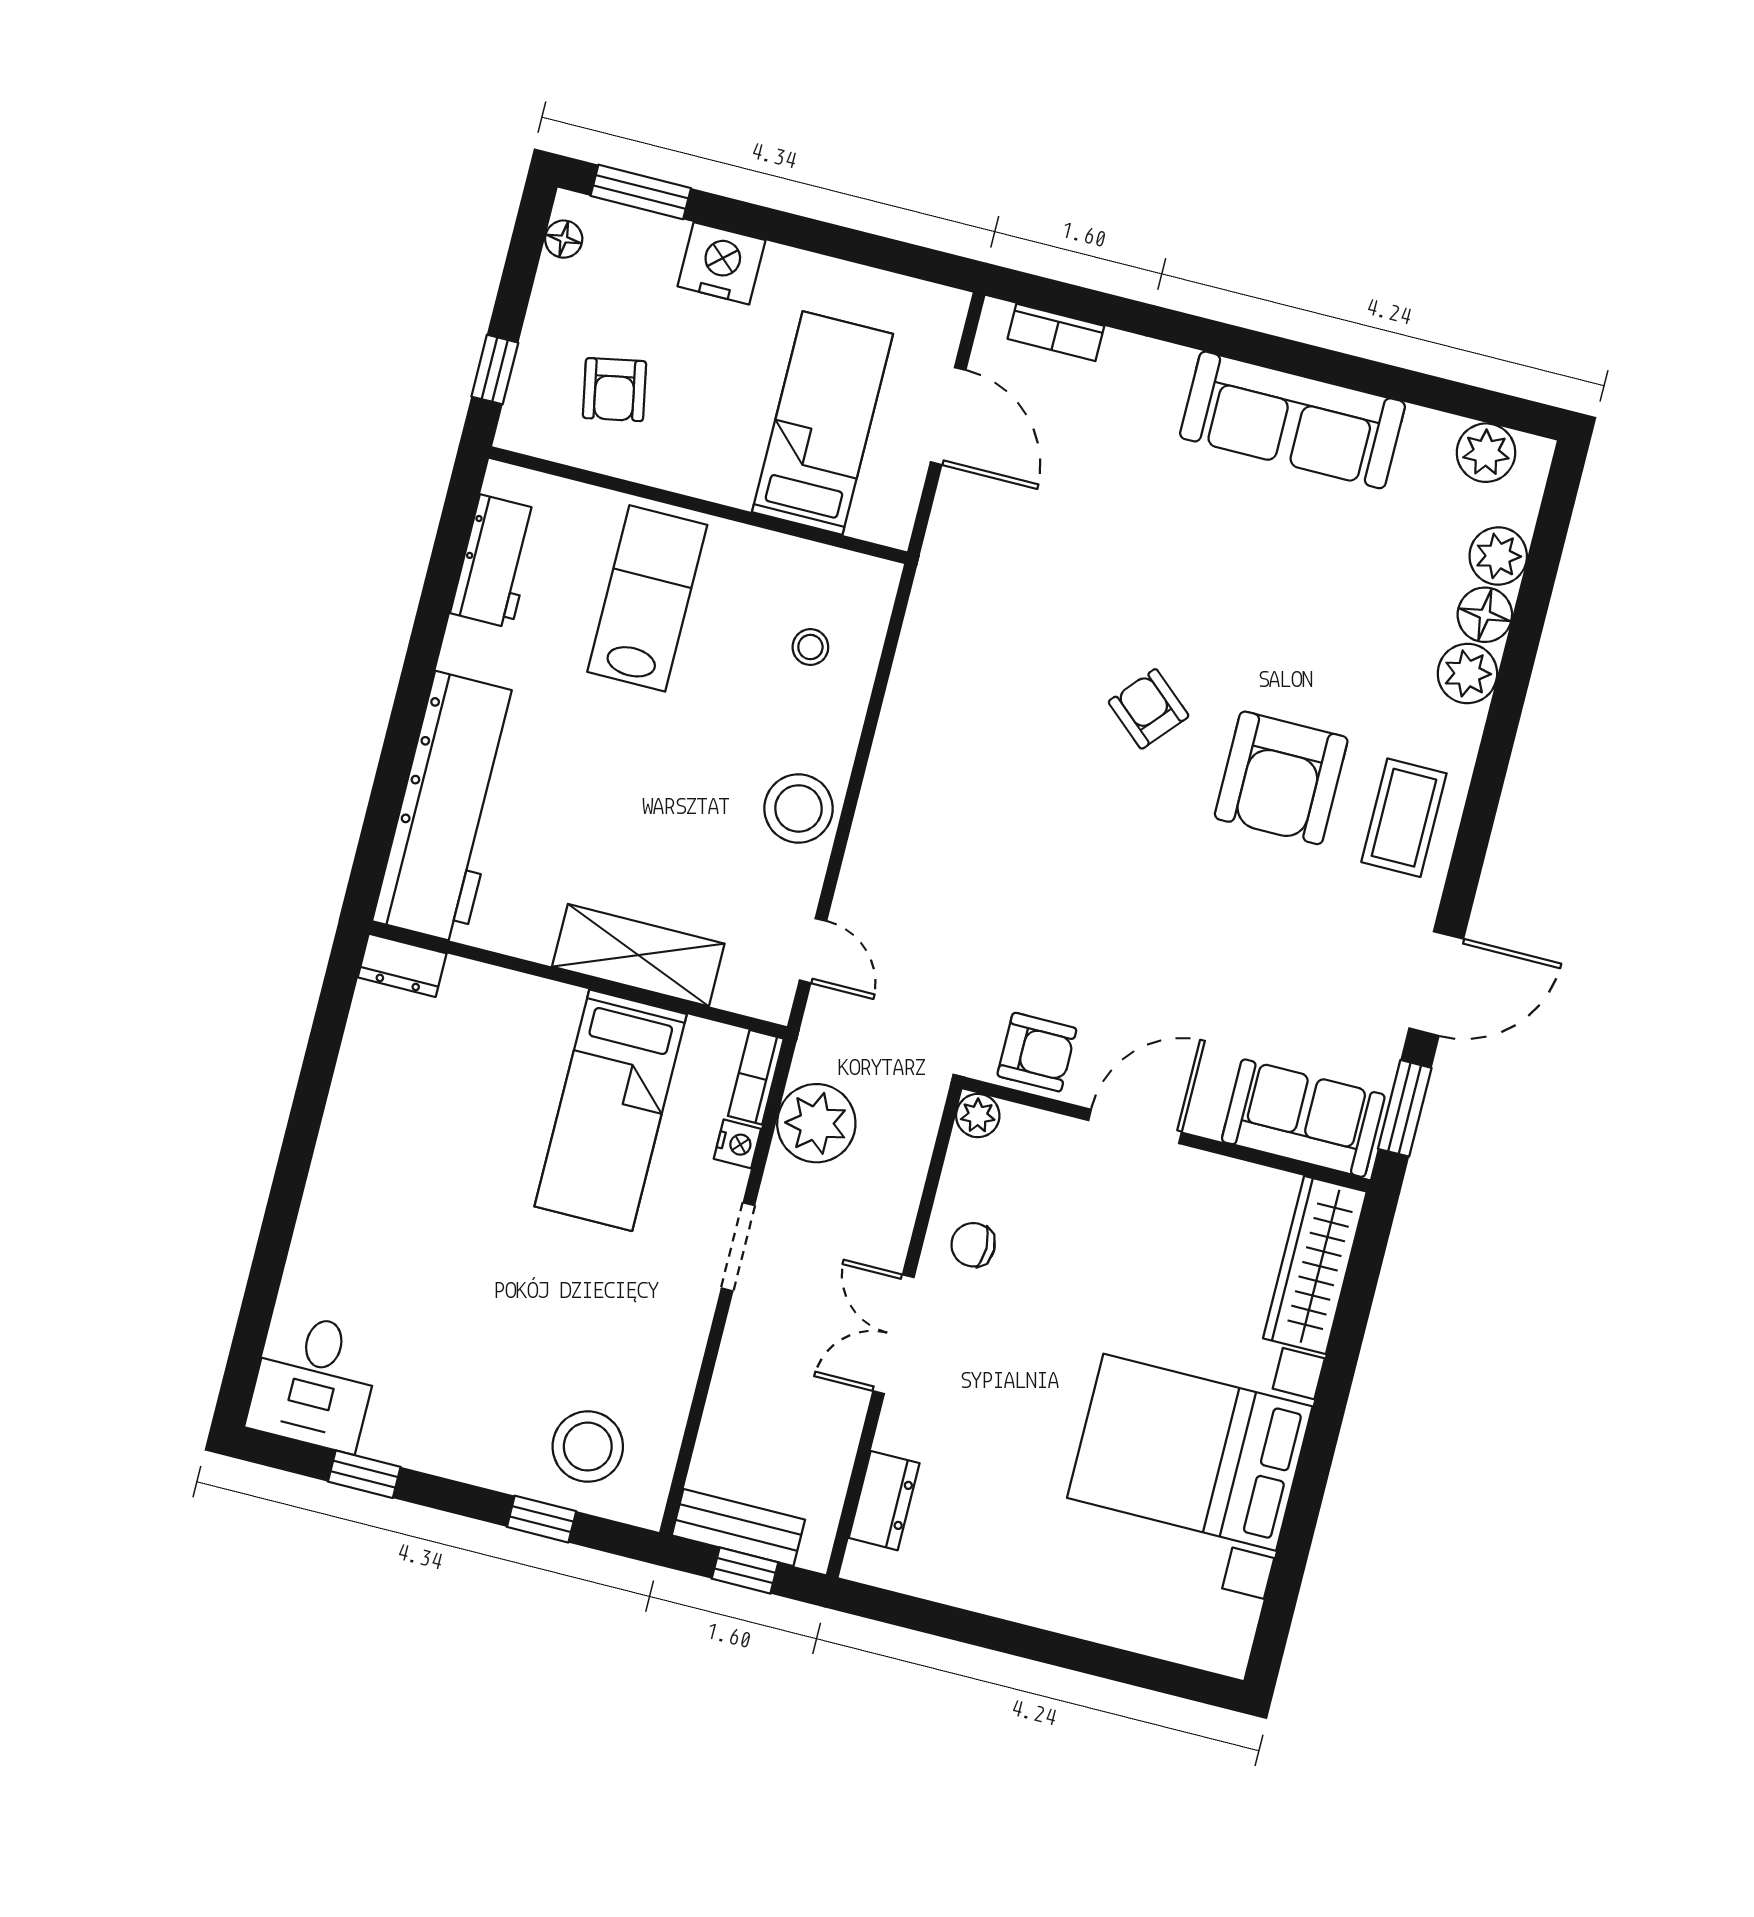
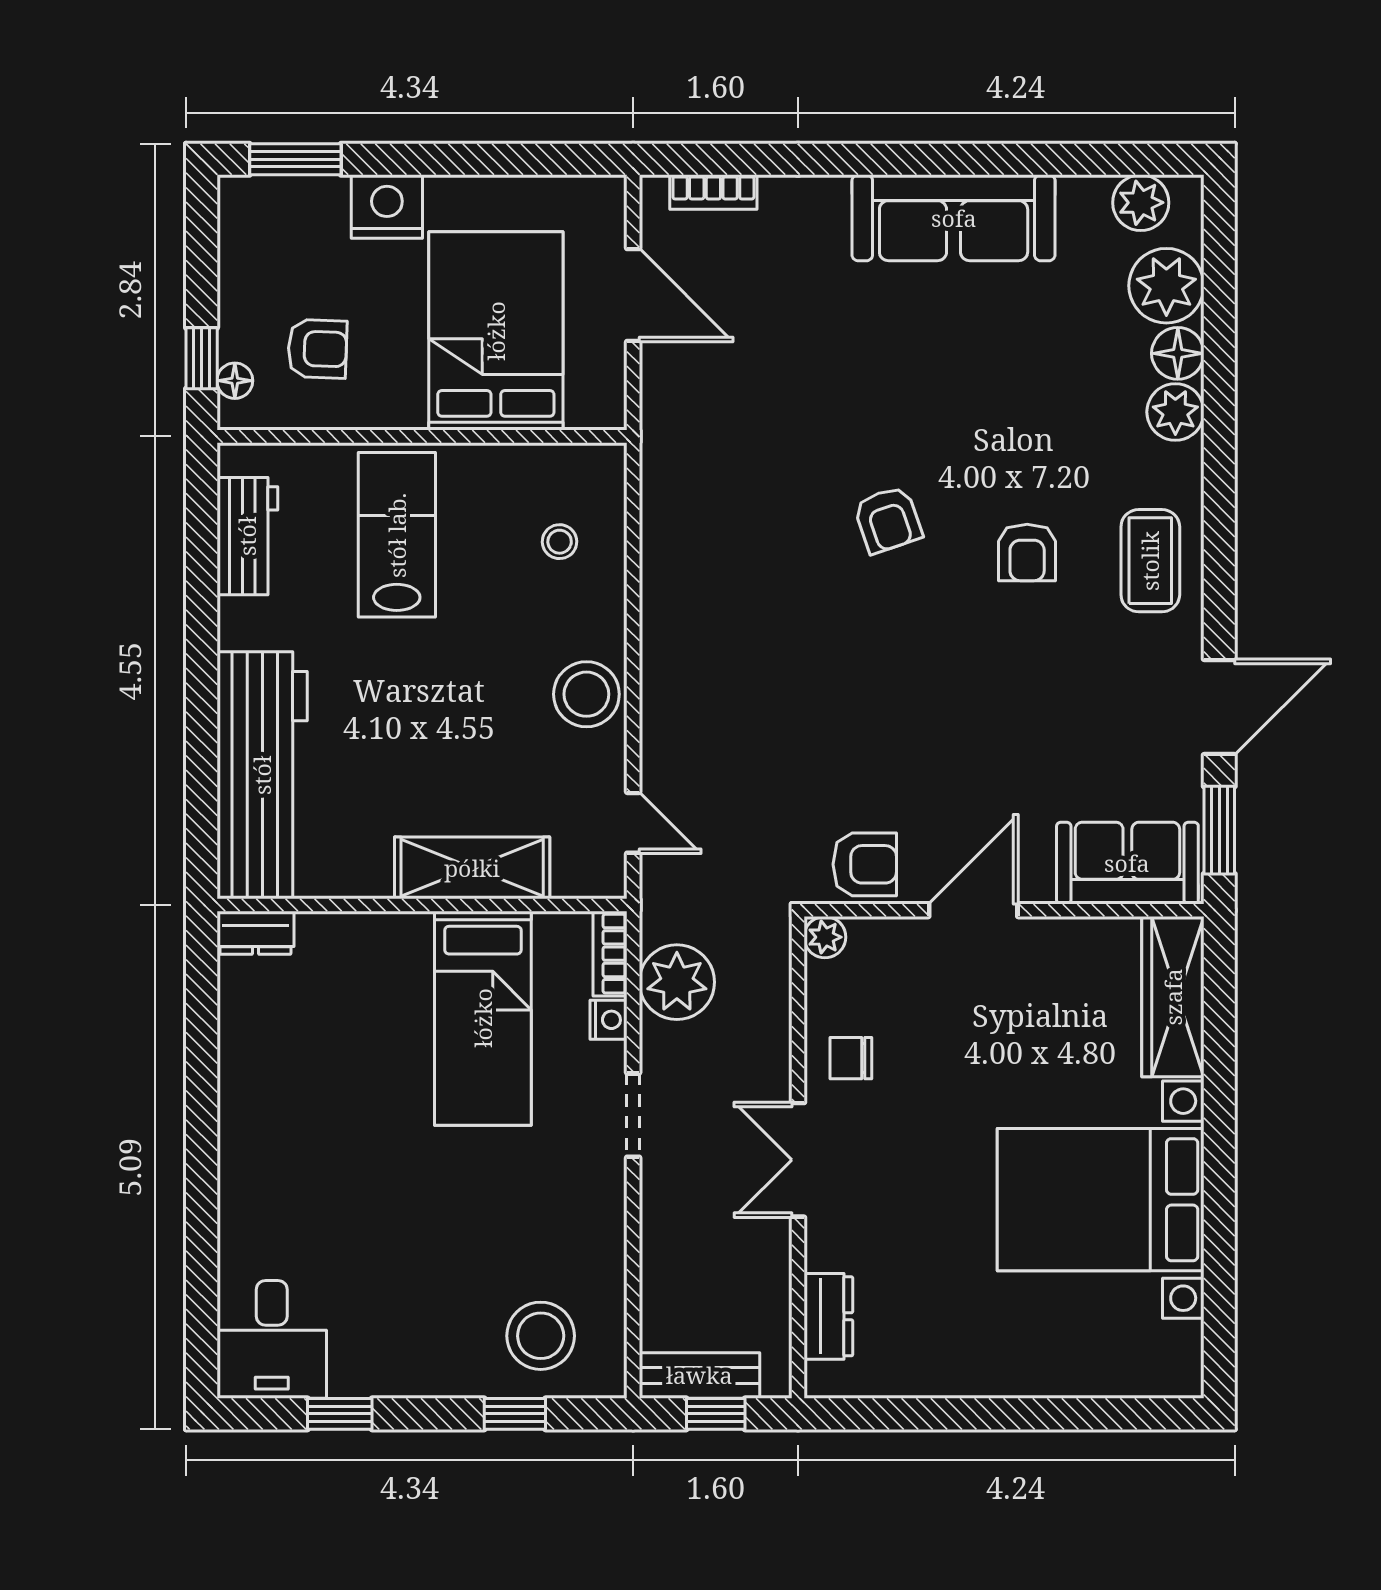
floor lamp: (564, 239) -> (235, 381), moved
armchair: (614, 390) -> (317, 349), turned -77
bed: (823, 423) -> (496, 331), width x1.50
plant: (1498, 556) -> (1166, 286), width x1.36, depth x1.36
armchair: (1149, 709) -> (888, 520), turned -150
armchair: (1281, 778) -> (1027, 553), width x0.53, depth x0.53

